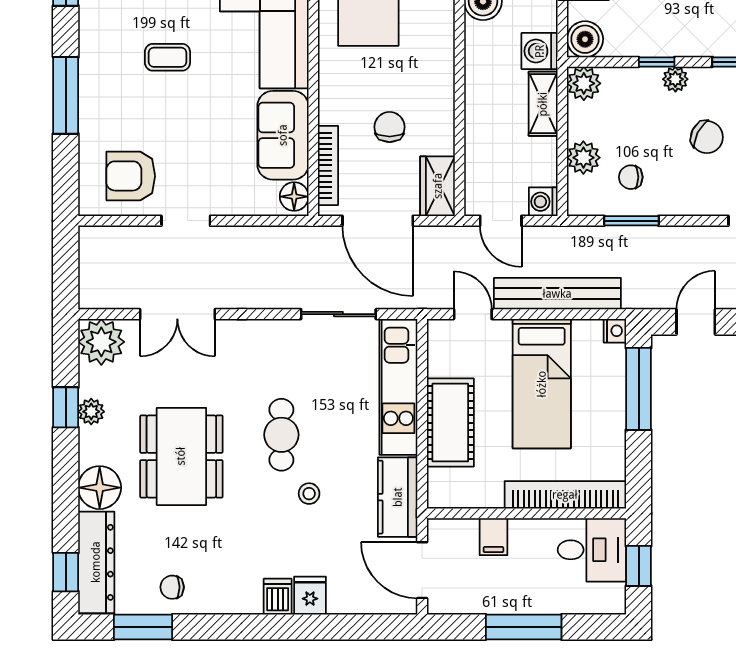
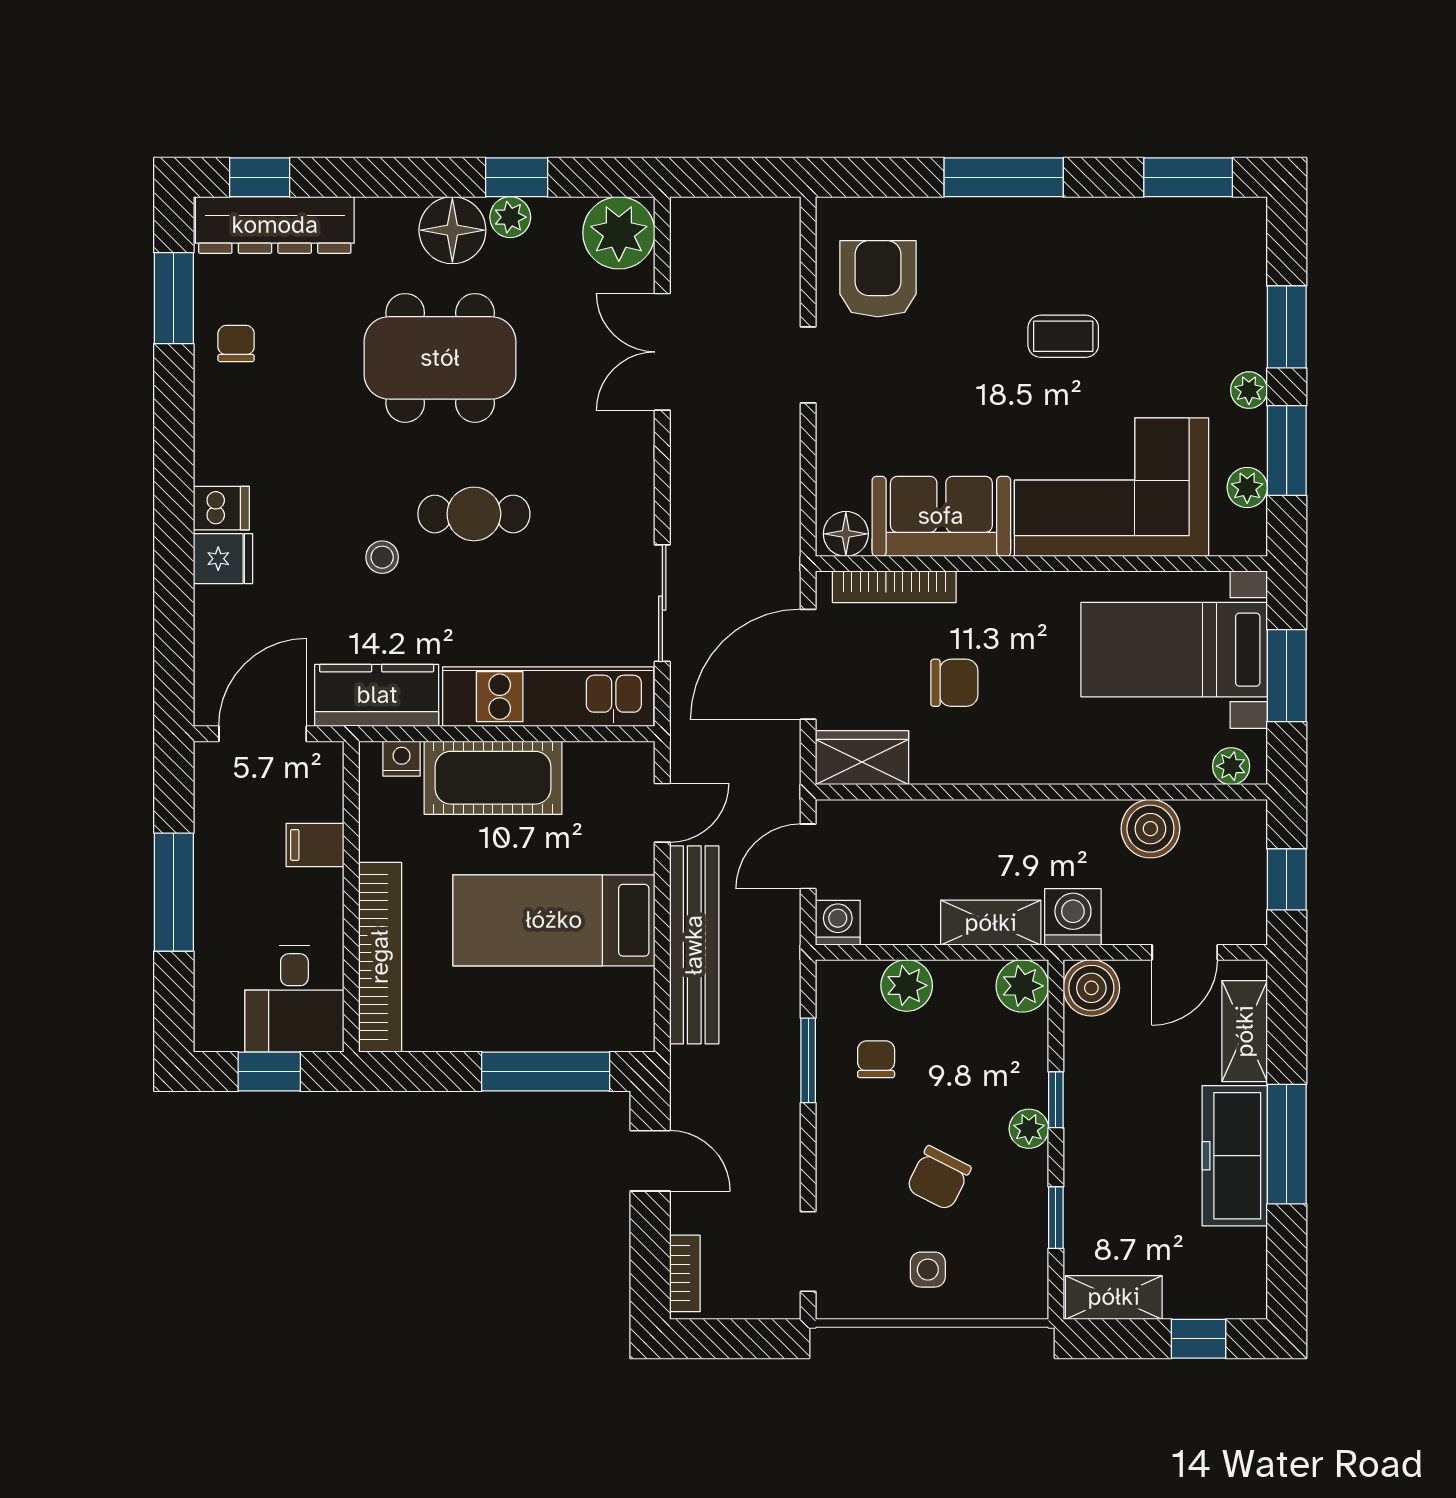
coffee table: (167, 57) -> (1063, 336), turned 90
nightstand: (615, 331) -> (402, 759), moved, turned 180
floor lamp: (100, 488) -> (452, 230), moved

